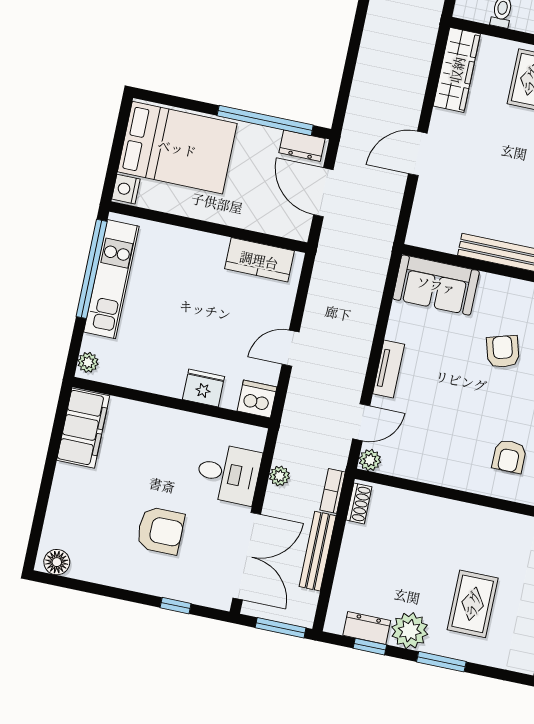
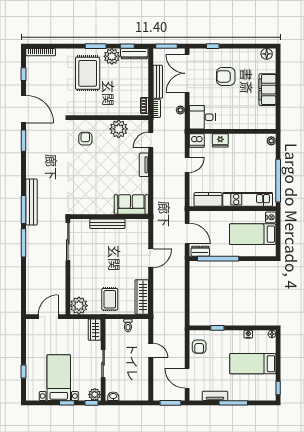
bed: (177, 148) -> (253, 234), width x0.67
kitchen unit: (111, 279) -> (248, 199), moved, turned 90
armchair: (503, 352) -> (97, 182), removed
filing cabinet: (83, 428) -> (267, 90), moved
plant: (370, 460) -> (119, 129), moved, width x1.87, depth x1.87
desk: (228, 474) -> (202, 117), moved
rug: (473, 604) -> (88, 73), width x1.36, depth x1.43
dresser: (367, 628) -> (134, 54), width x1.44

